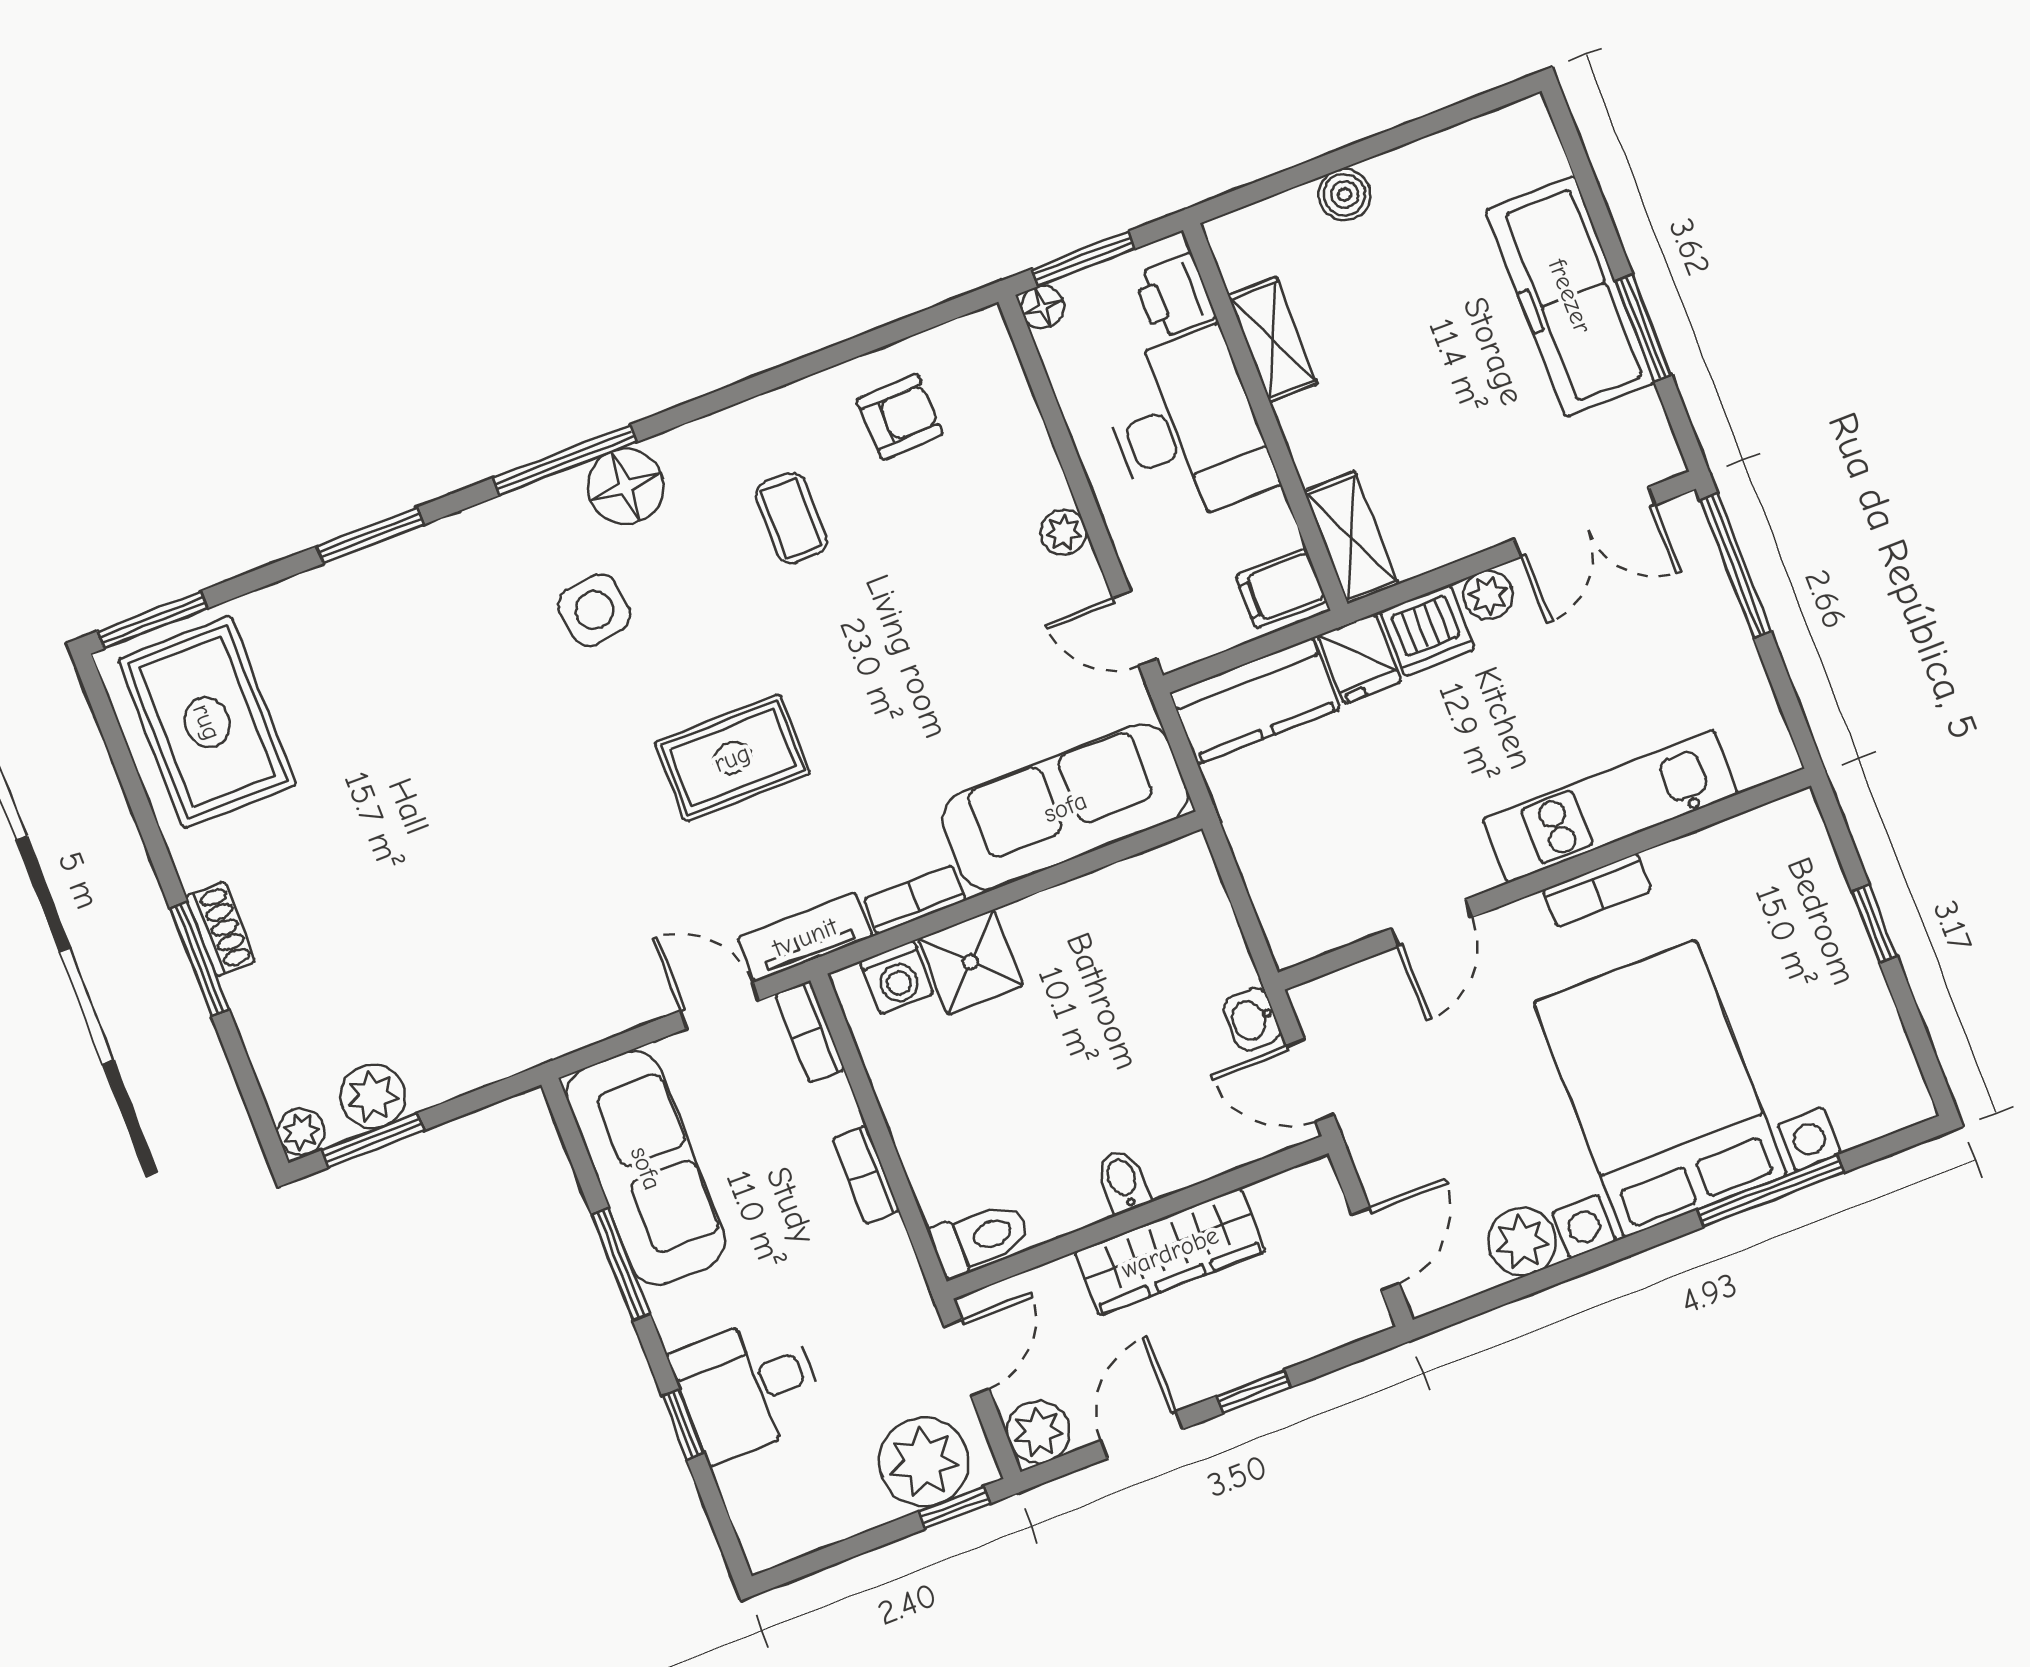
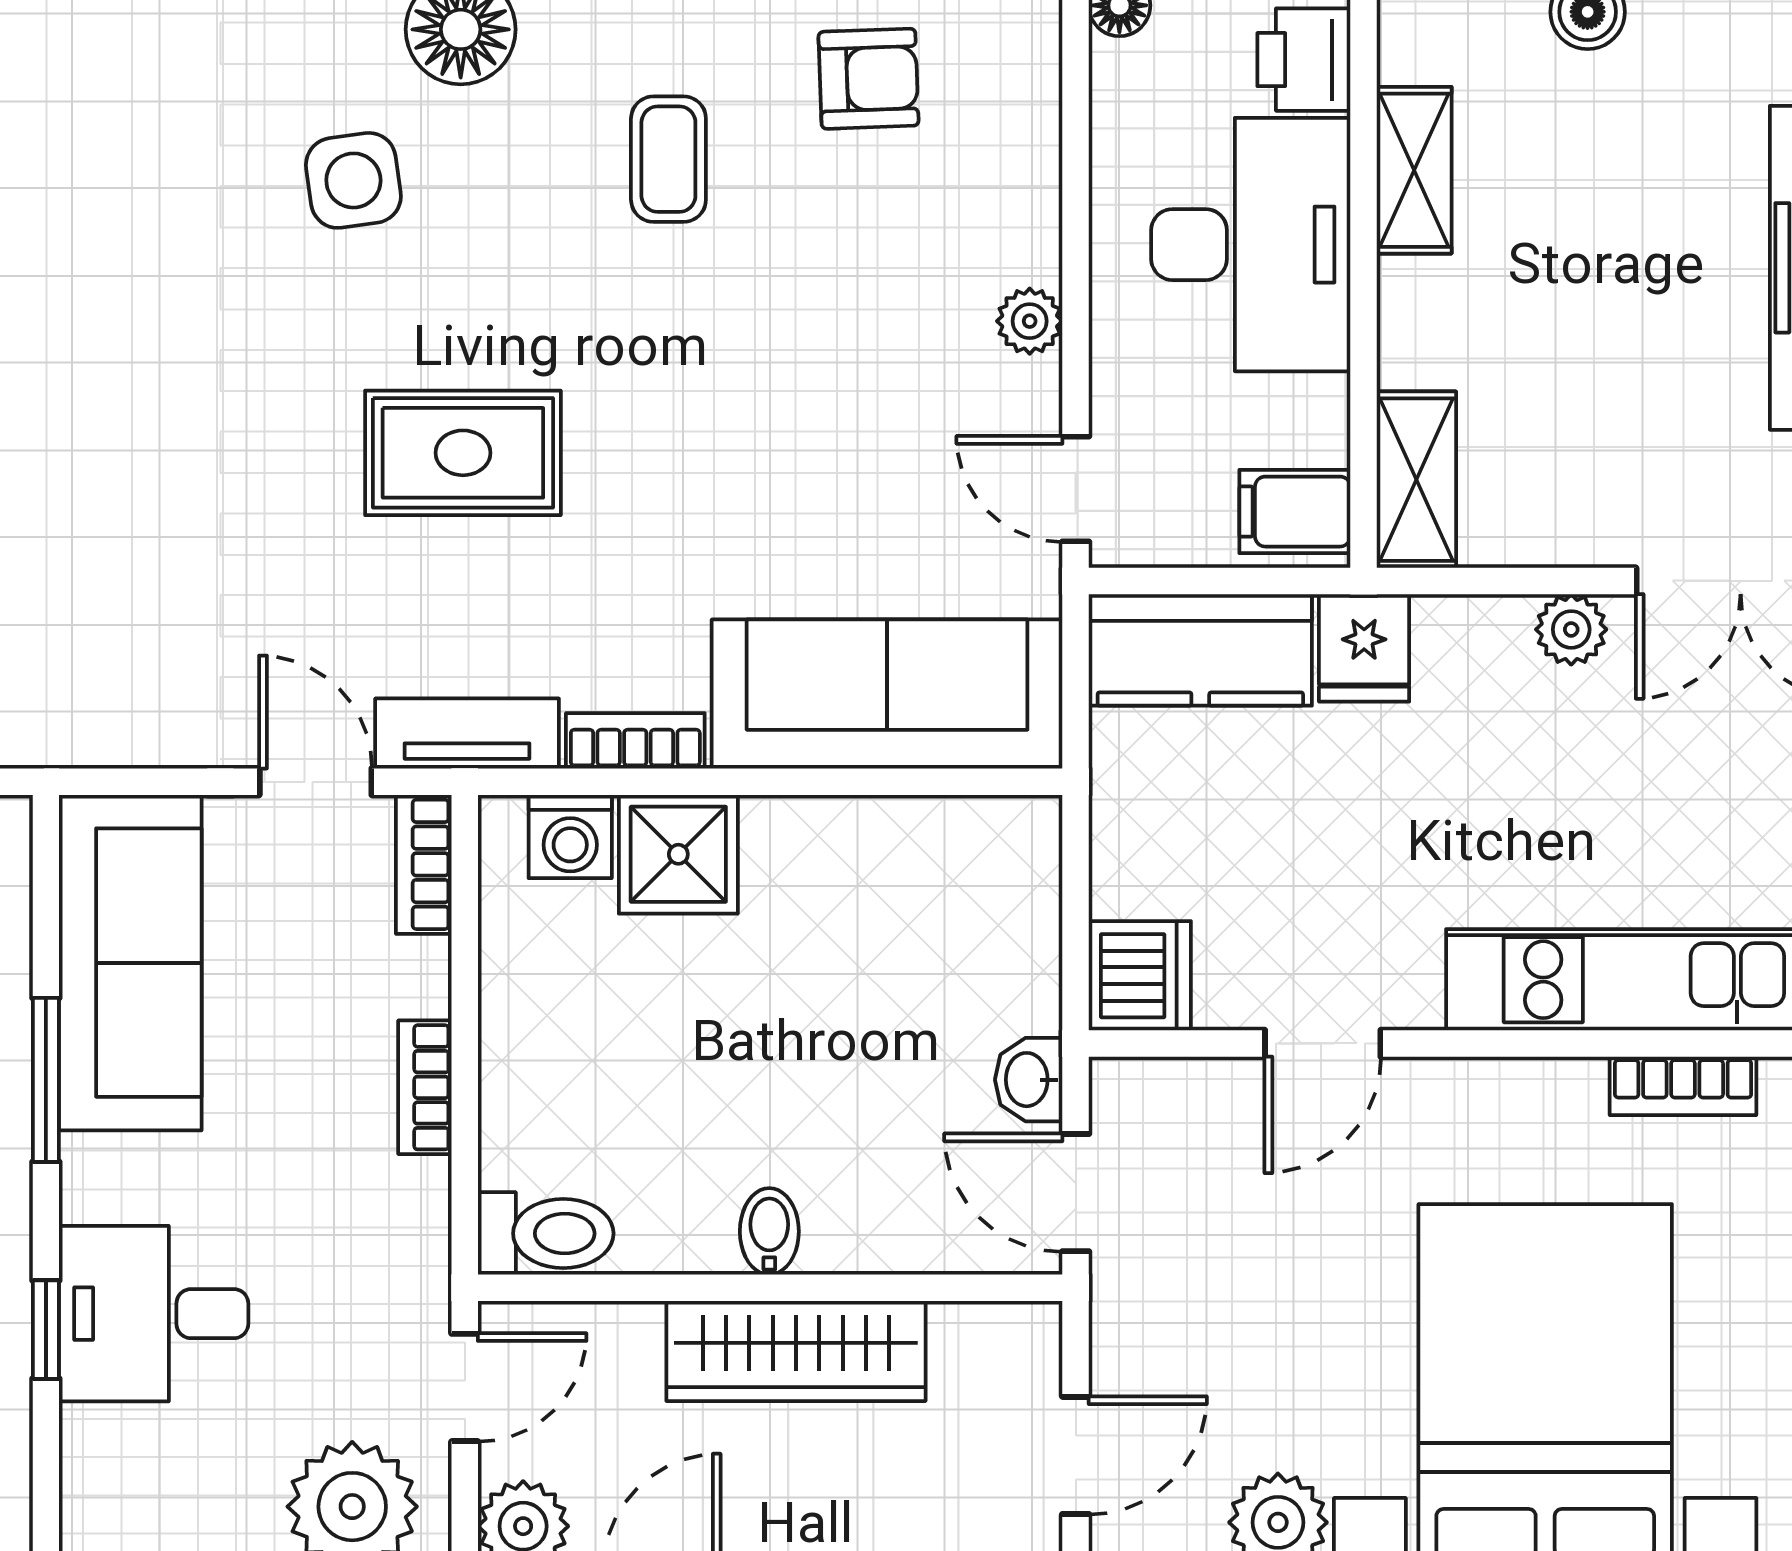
dishwasher: (1427, 630) -> (1140, 976), moved, turned -90
bookcase: (1597, 890) -> (1683, 1086), moved

